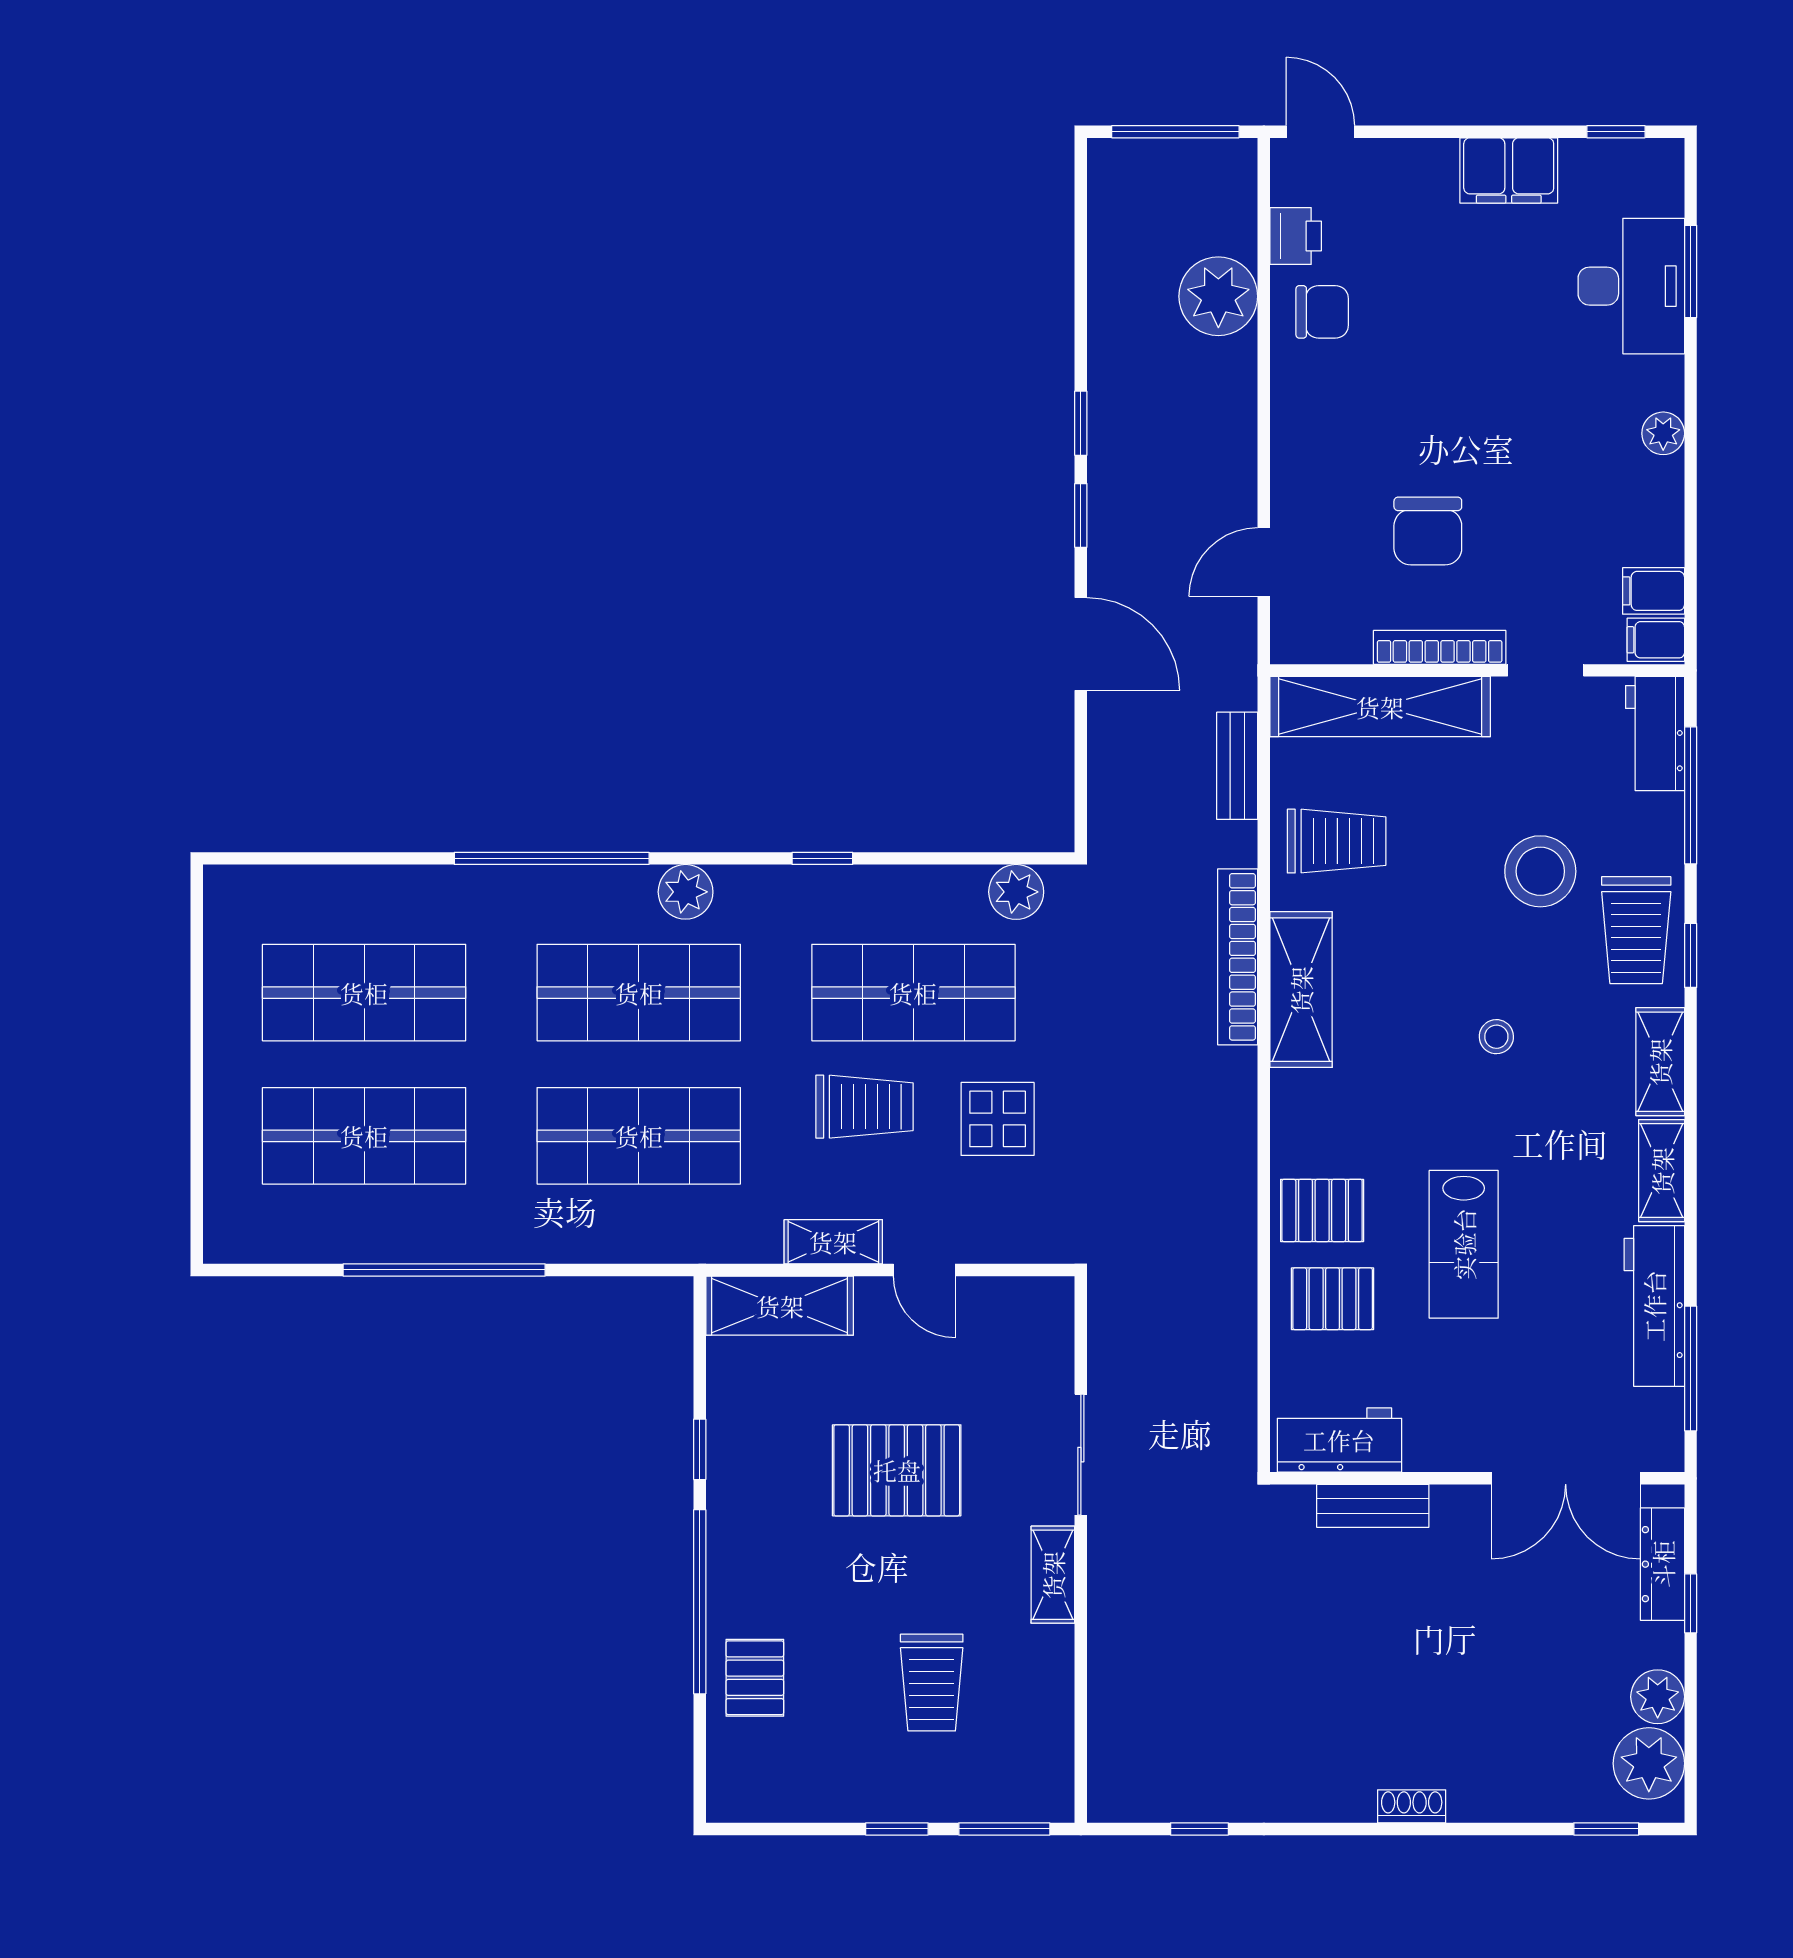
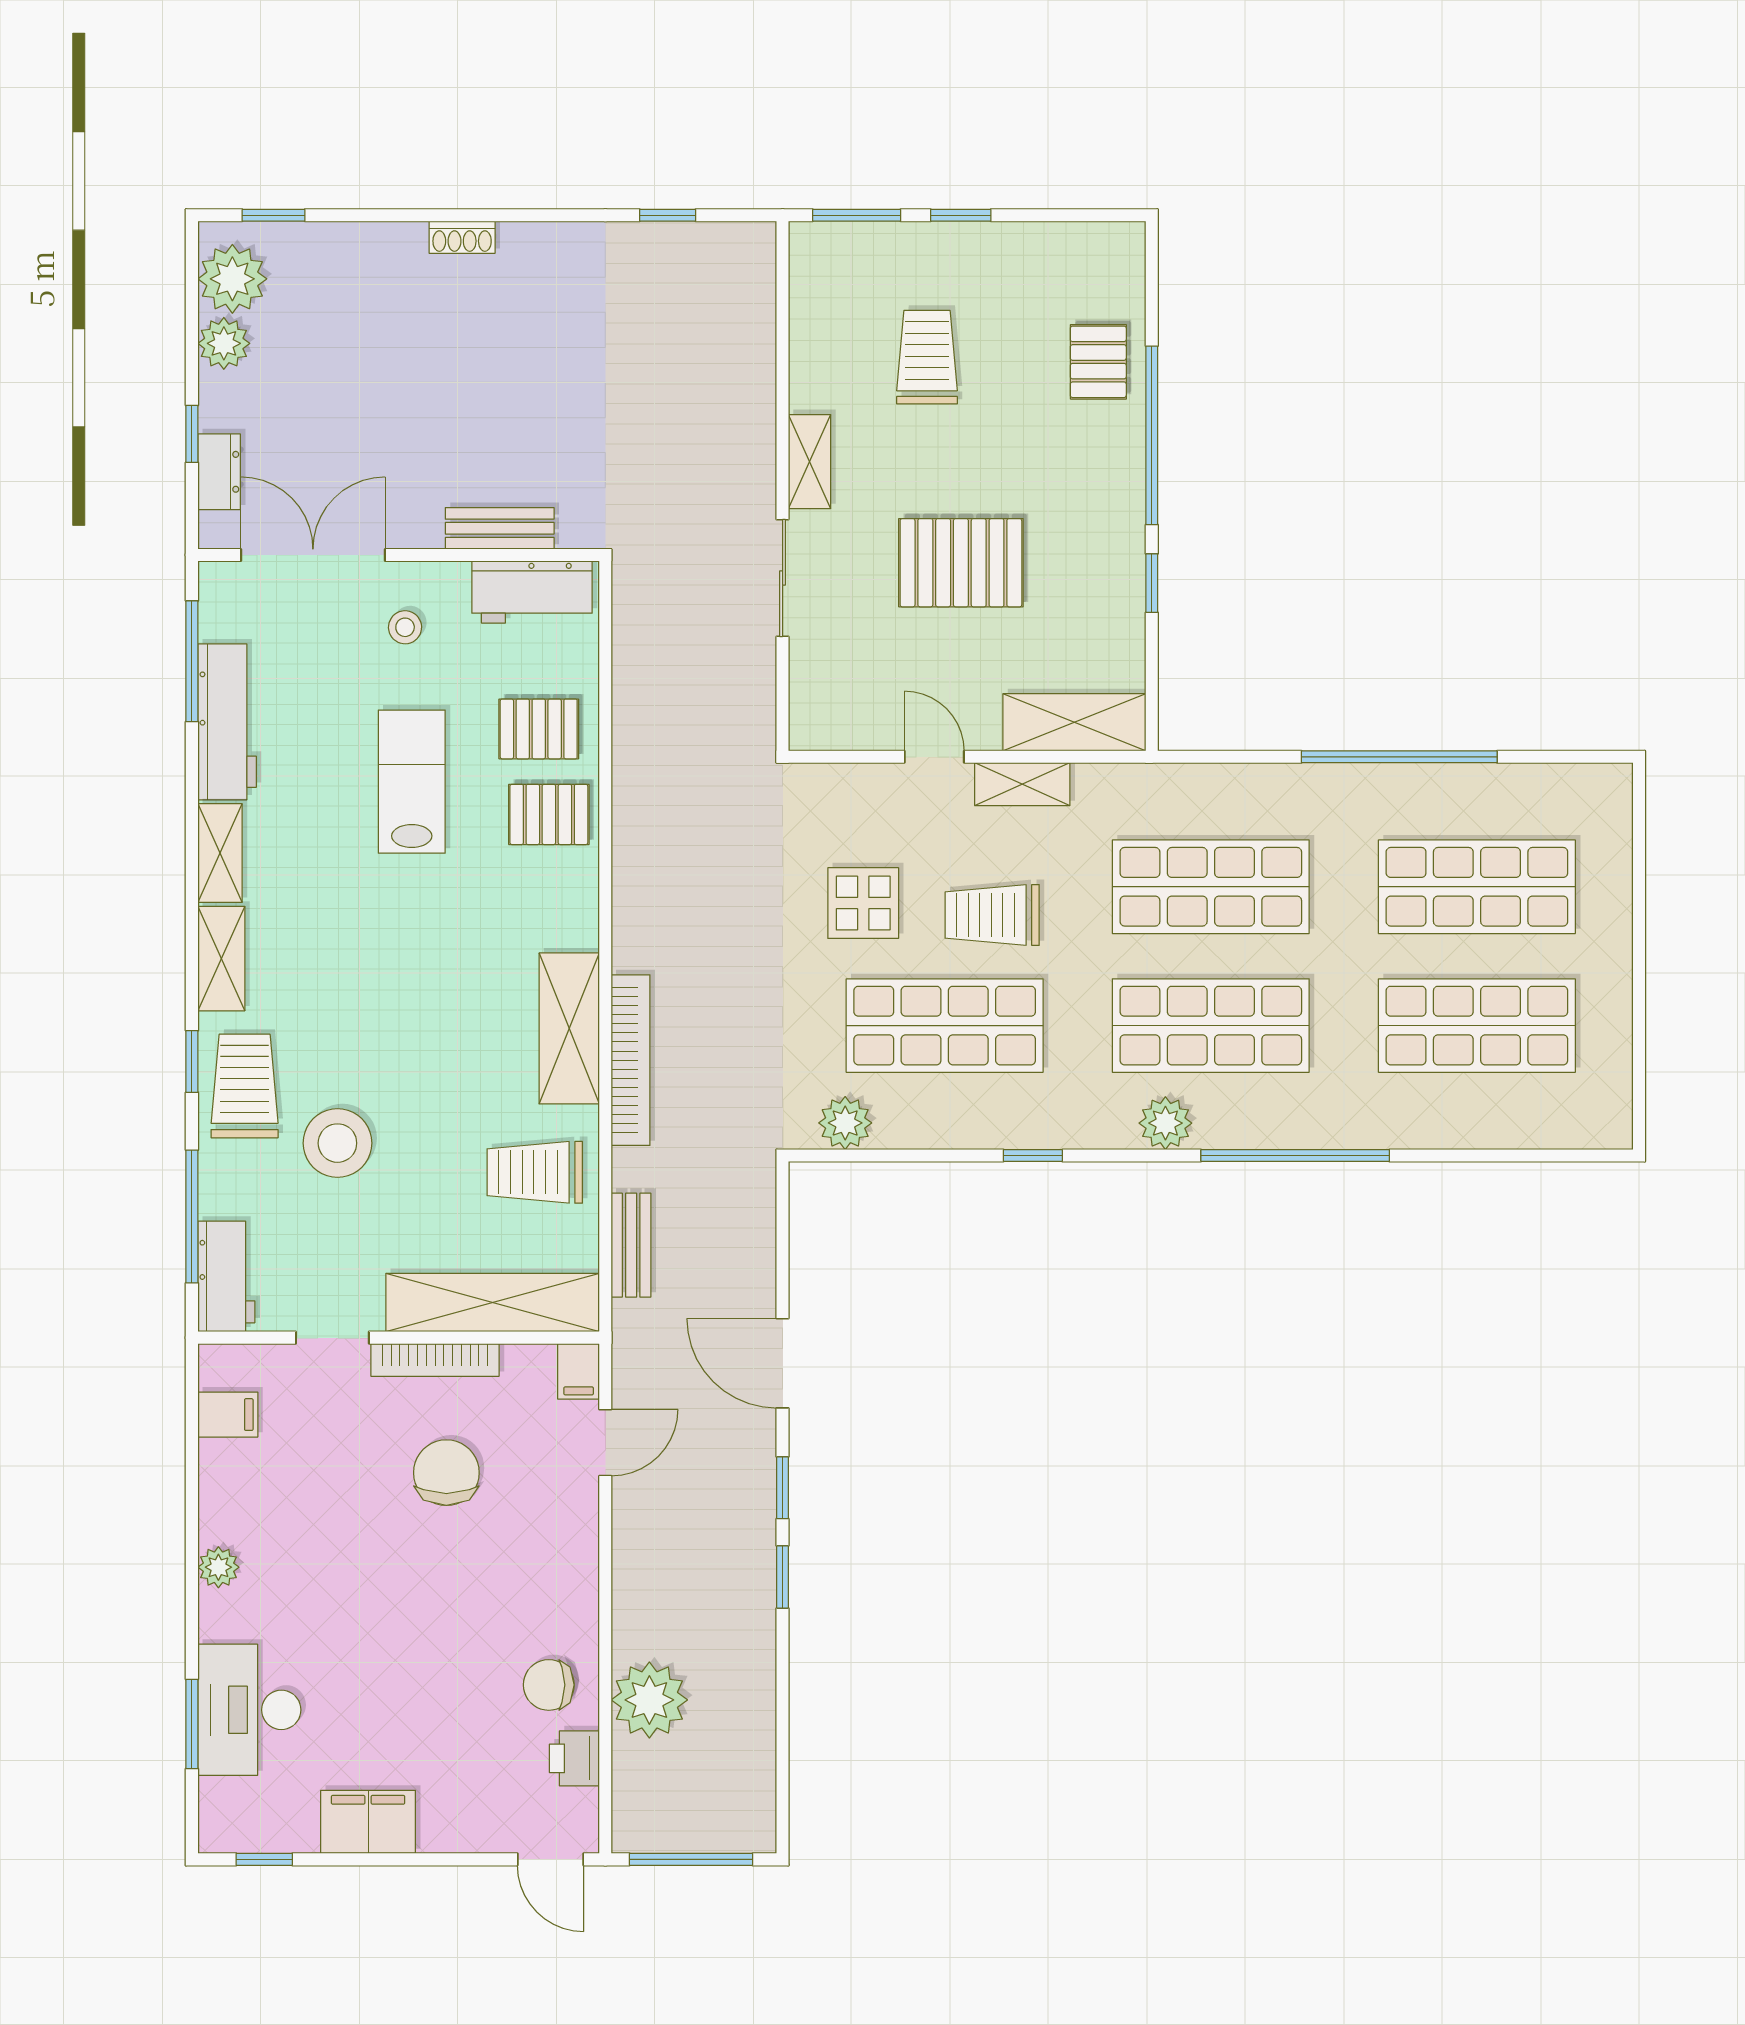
filing cabinet: (1656, 640) -> (579, 1371), moved, turned 90
stool: (1496, 1037) -> (405, 627), moved
dresser: (1663, 1564) -> (219, 472), width x0.70

